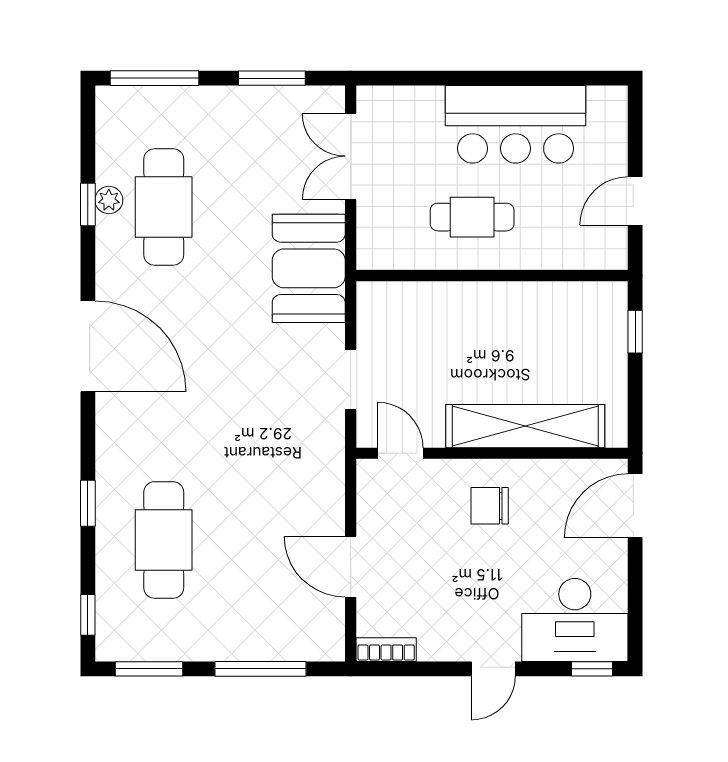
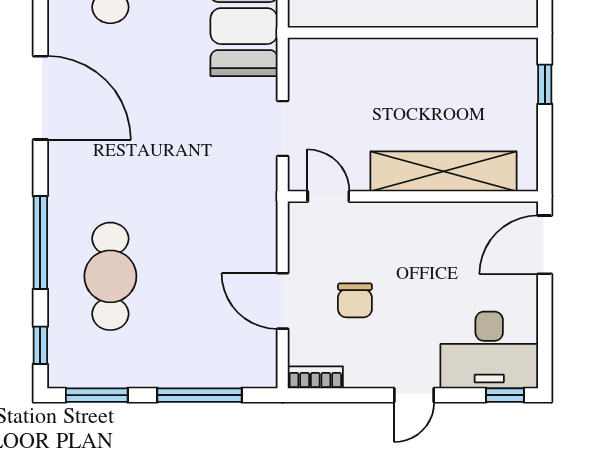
window: (88, 503) -> (40, 243), width x2.17
chair: (490, 506) -> (355, 300), moved, turned -90

